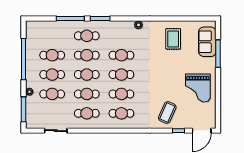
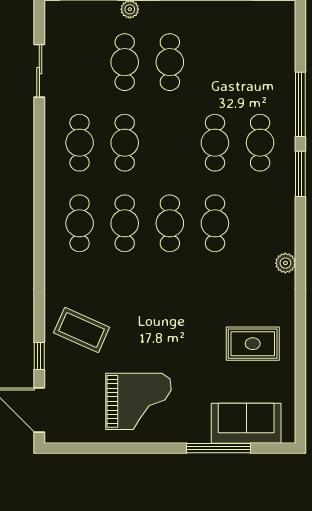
cafe table: (52, 55) -> (215, 62), removed
cafe table: (87, 75) -> (170, 143), removed
grand piano: (198, 88) -> (138, 401), turned 180

